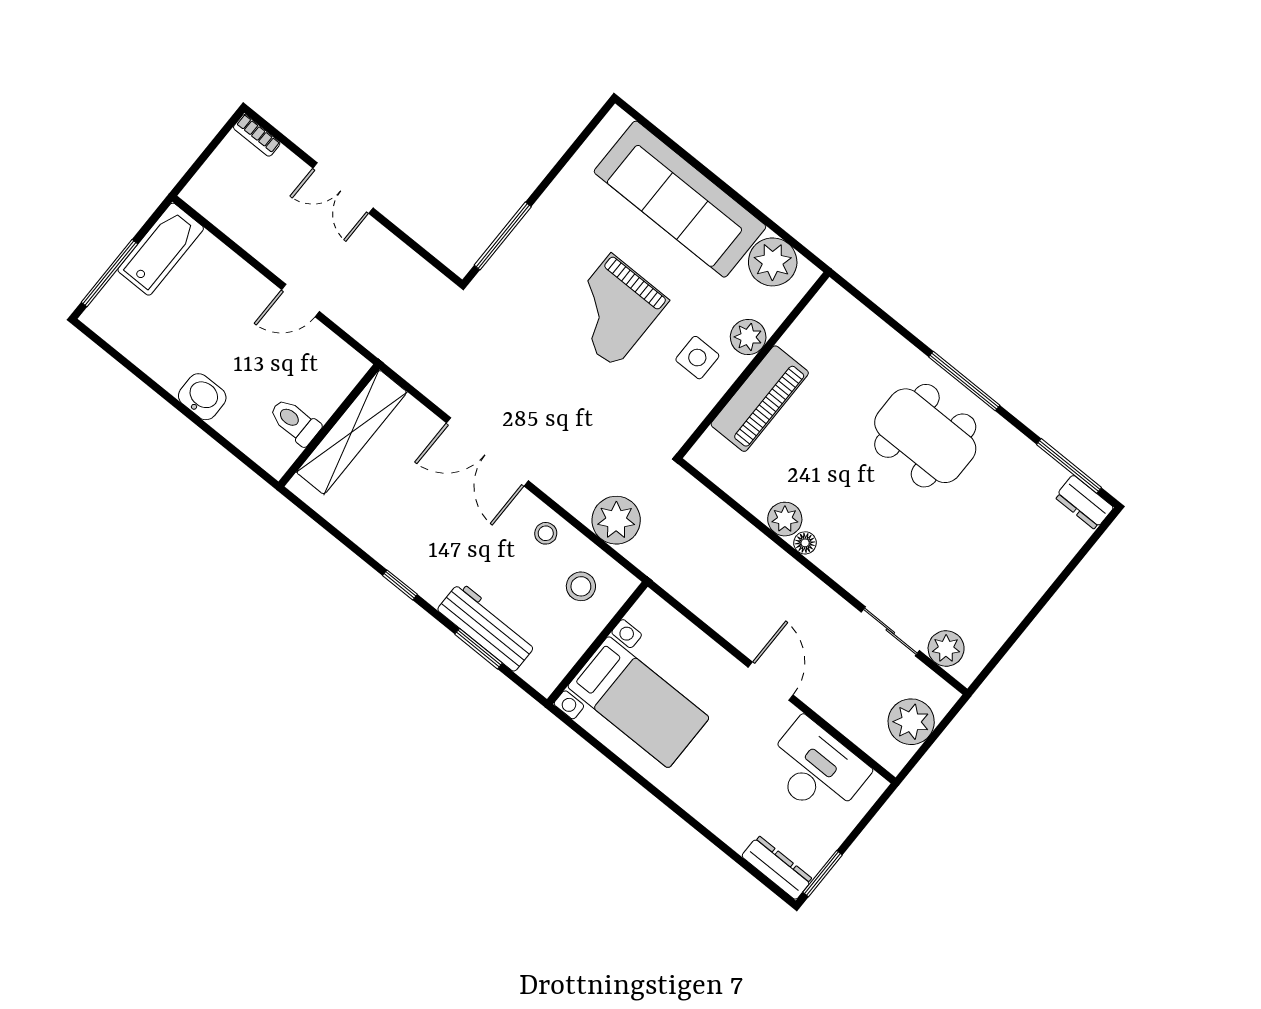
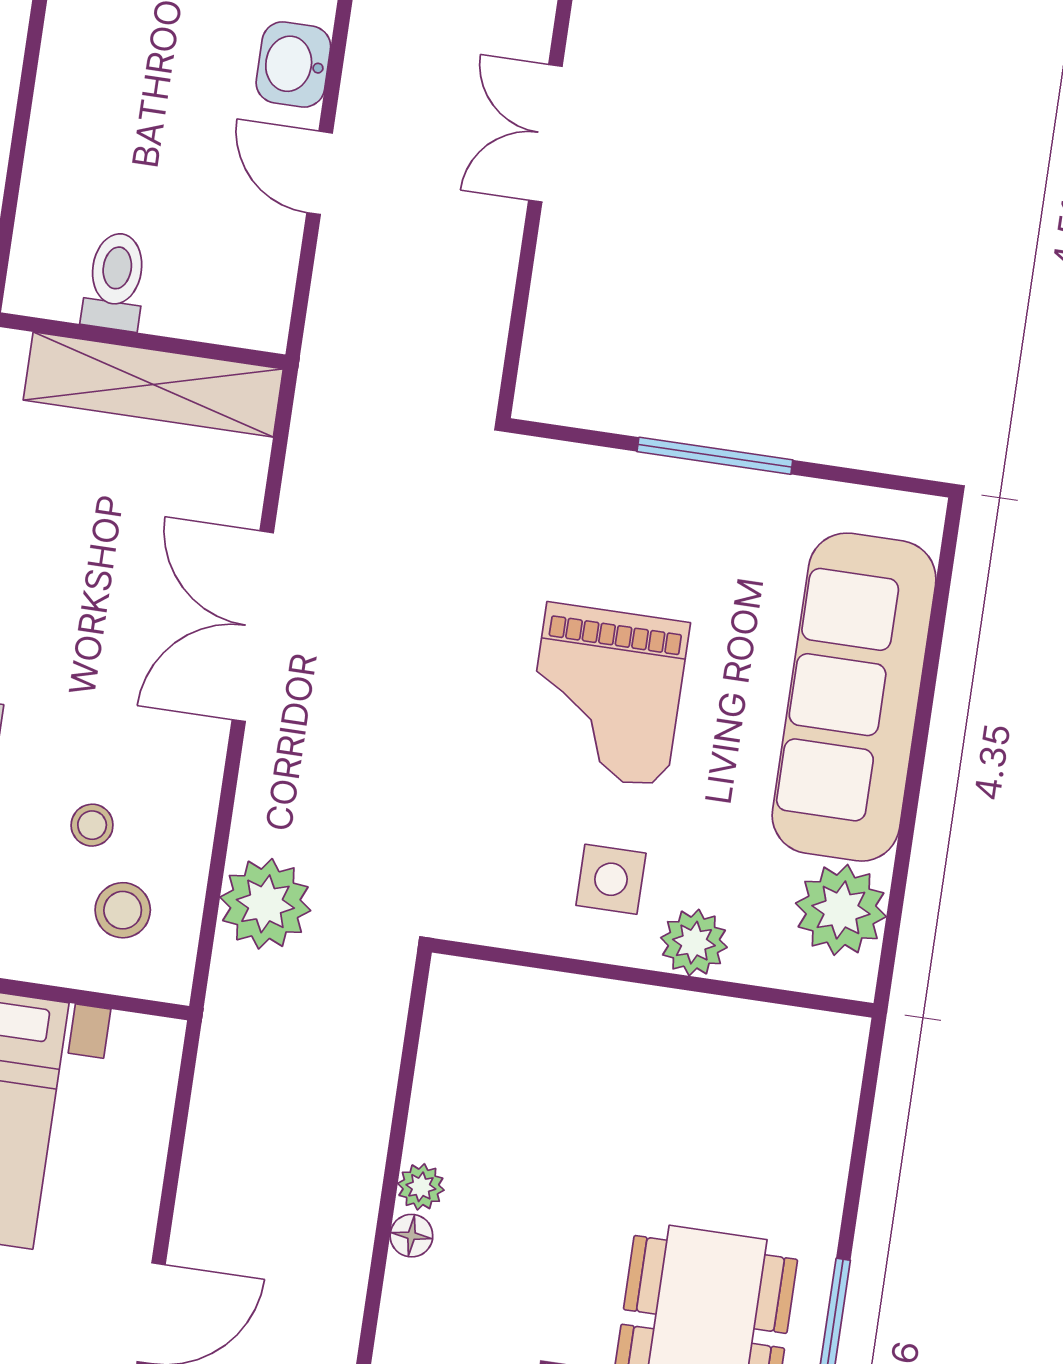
window: (503, 236) -> (715, 456), moved
grand piano: (613, 310) -> (607, 695), turned -90
washbasin: (202, 397) -> (293, 64), moved, turned 180
piano: (760, 399) -> (604, 1021), removed
plant: (785, 519) -> (421, 1187), width x0.73, depth x0.73
stool: (546, 533) -> (92, 825), moved

